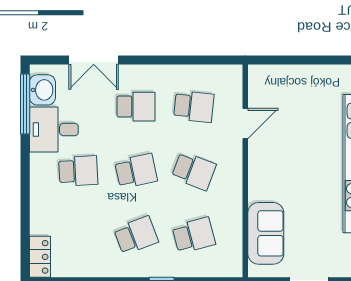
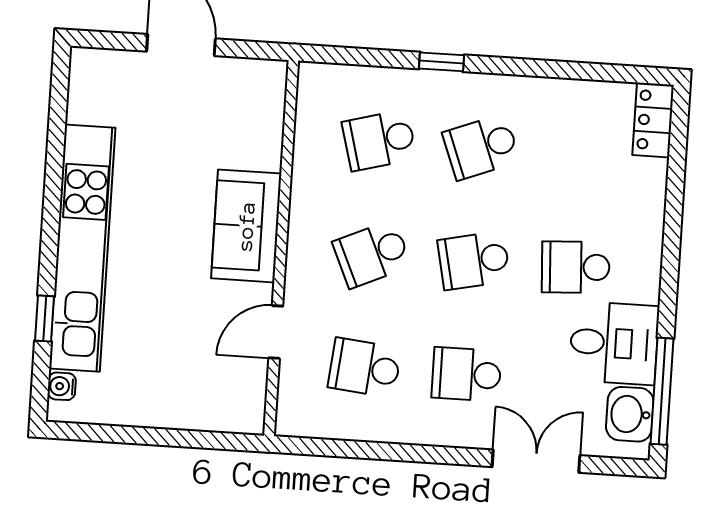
school desk: (194, 171) -> (372, 254), turned -45
sofa: (266, 233) -> (246, 226), moved

